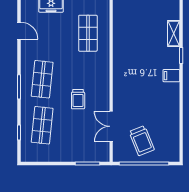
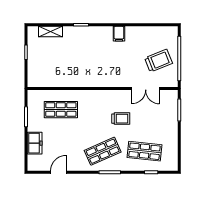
shelving: (174, 33) -> (50, 32), moved
filing cabinet: (171, 76) -> (119, 34), moved
shop shelf: (42, 79) -> (103, 151), turned -30

